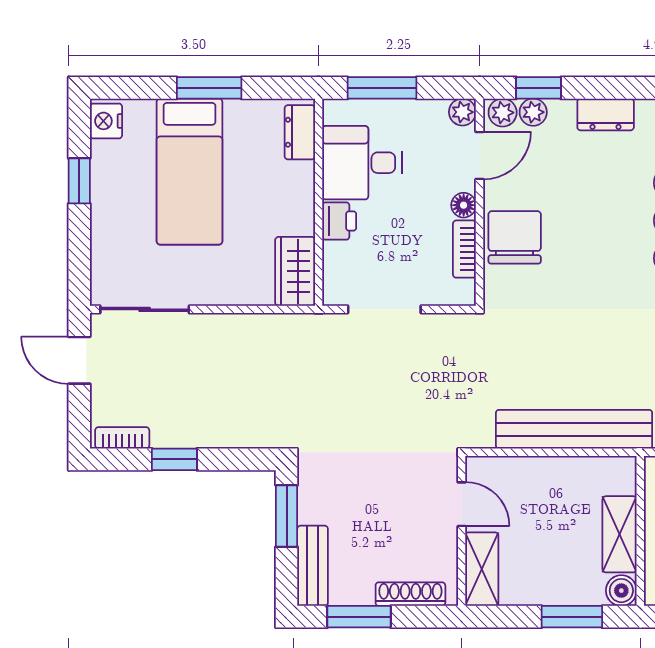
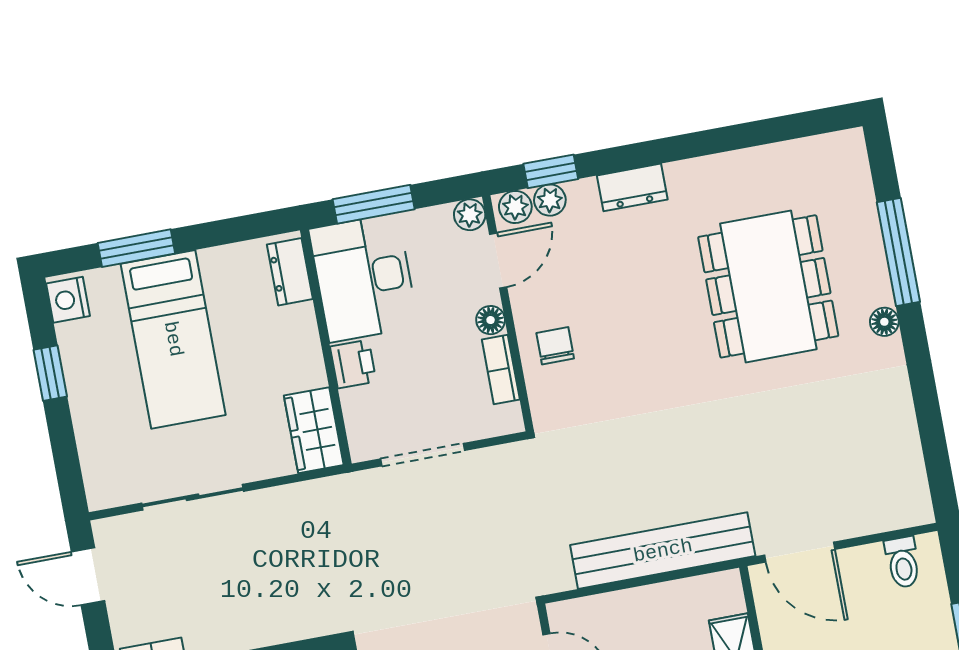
window: (209, 88) -> (136, 248), moved
desk: (362, 163) -> (364, 278), width x1.37
chair: (515, 237) -> (555, 346), width x0.54, depth x0.54
sliding door: (145, 309) -> (192, 497), moved

